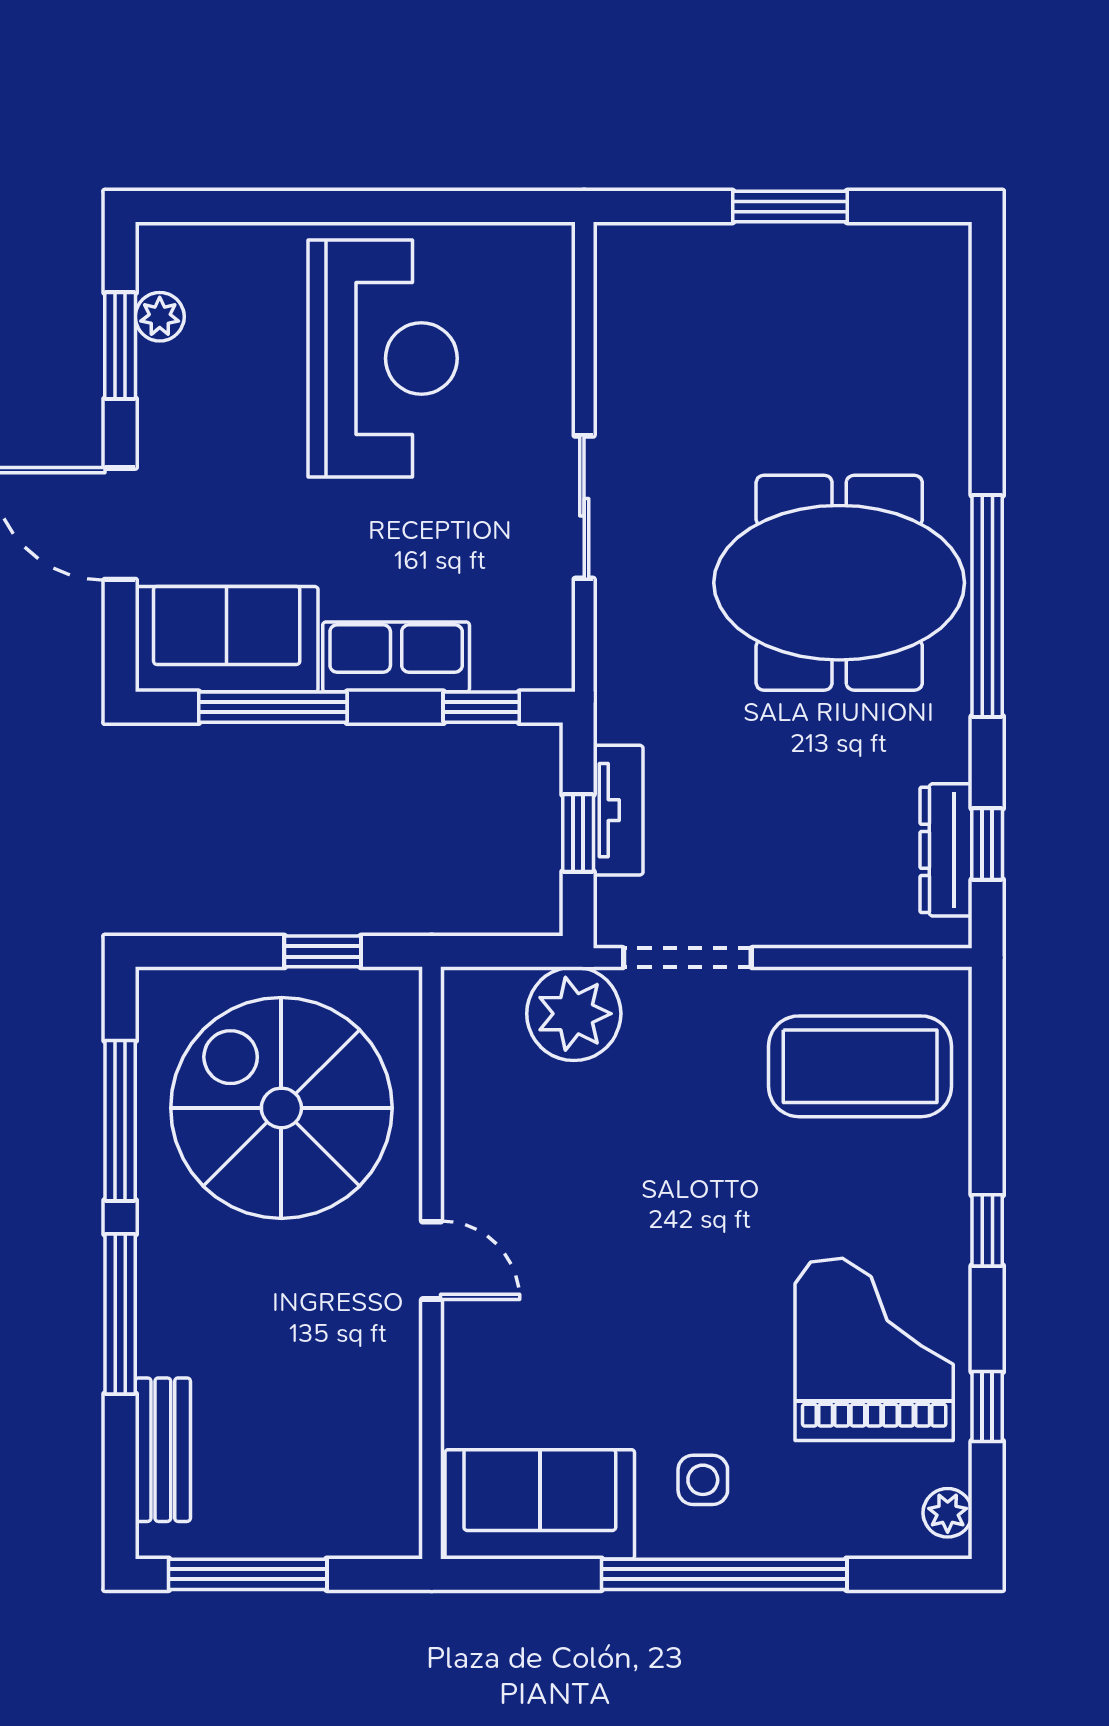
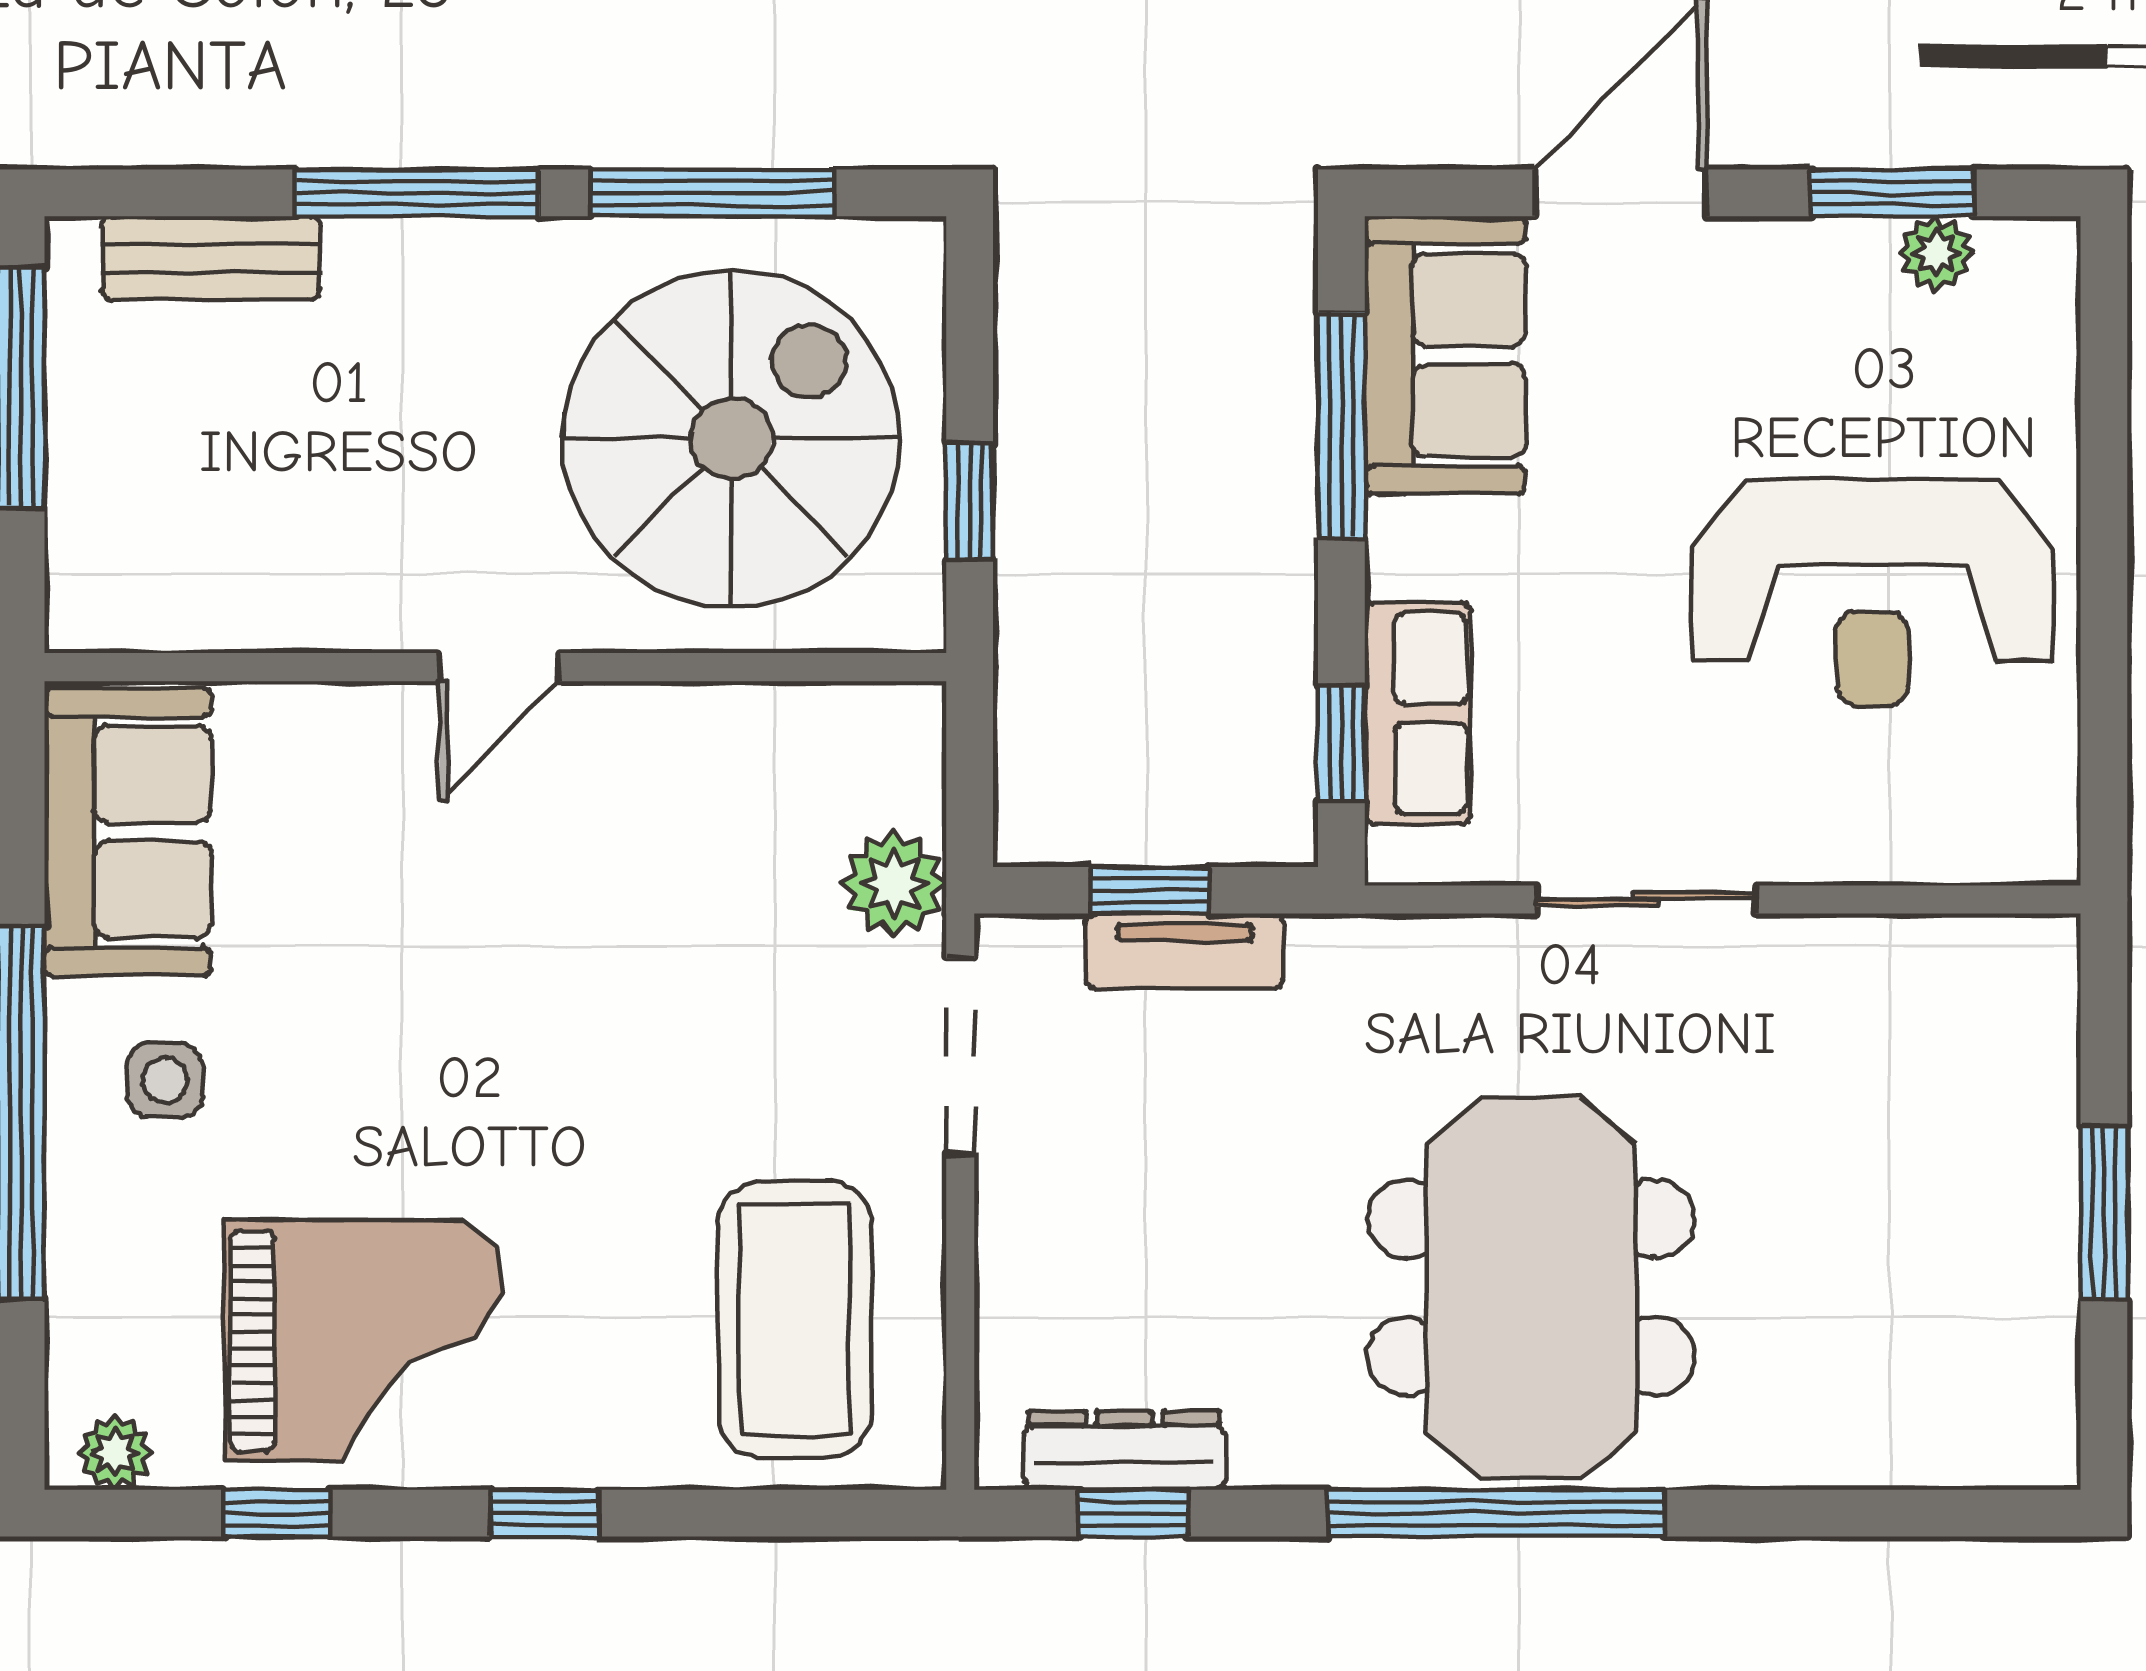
row of seats: (396, 657) -> (1418, 713), moved
plant: (574, 1014) -> (894, 884), width x0.73, depth x0.73

